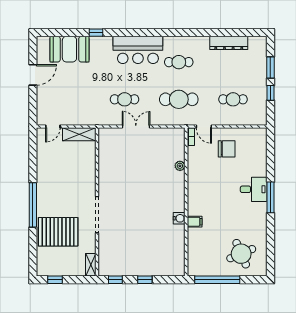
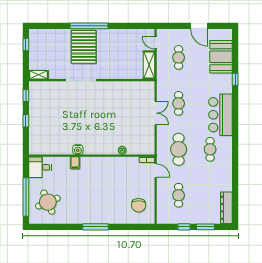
dresser: (229, 43) -> (226, 208), moved
cafe table: (70, 99) -> (179, 57), added
door: (204, 126) -> (156, 170), swing flipped
chair: (227, 149) -> (139, 205), moved
desk: (254, 189) -> (40, 167), moved, turned 90
pallet: (58, 232) -> (84, 47), moved
window: (217, 280) -> (26, 197), moved

